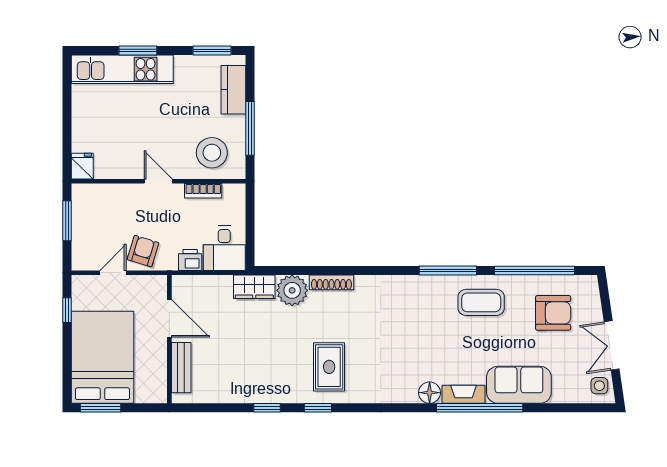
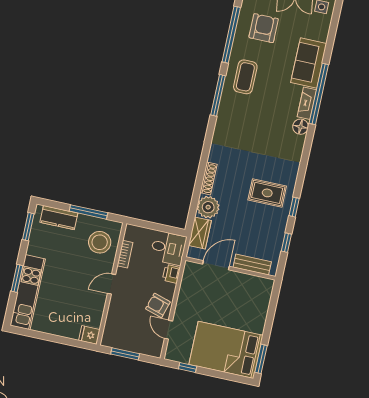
door: (169, 318) -> (216, 265), moved
wall: (169, 339) -> (230, 268), moved
bench: (181, 368) -> (252, 264), moved

